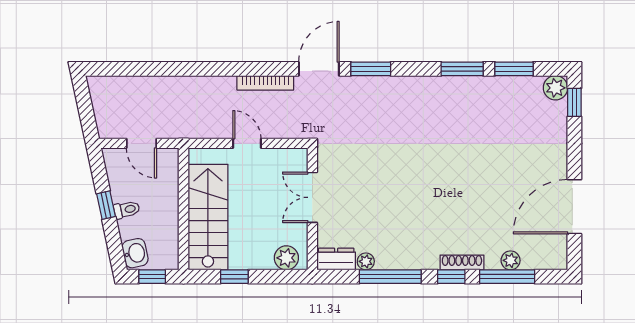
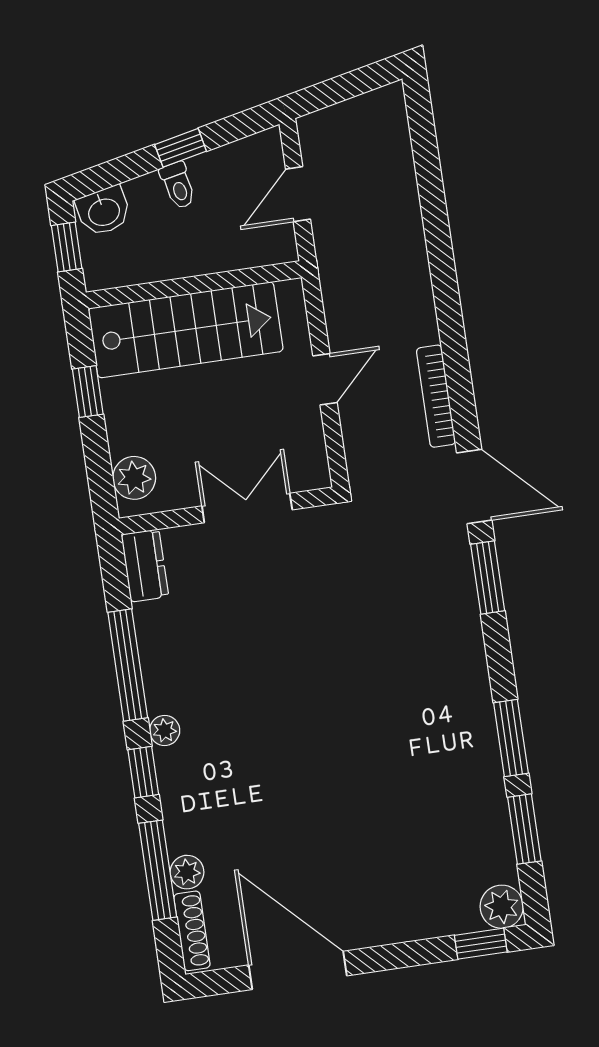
plant: (366, 261) -> (165, 730), moved
shoe rack: (462, 262) -> (192, 931), moved

